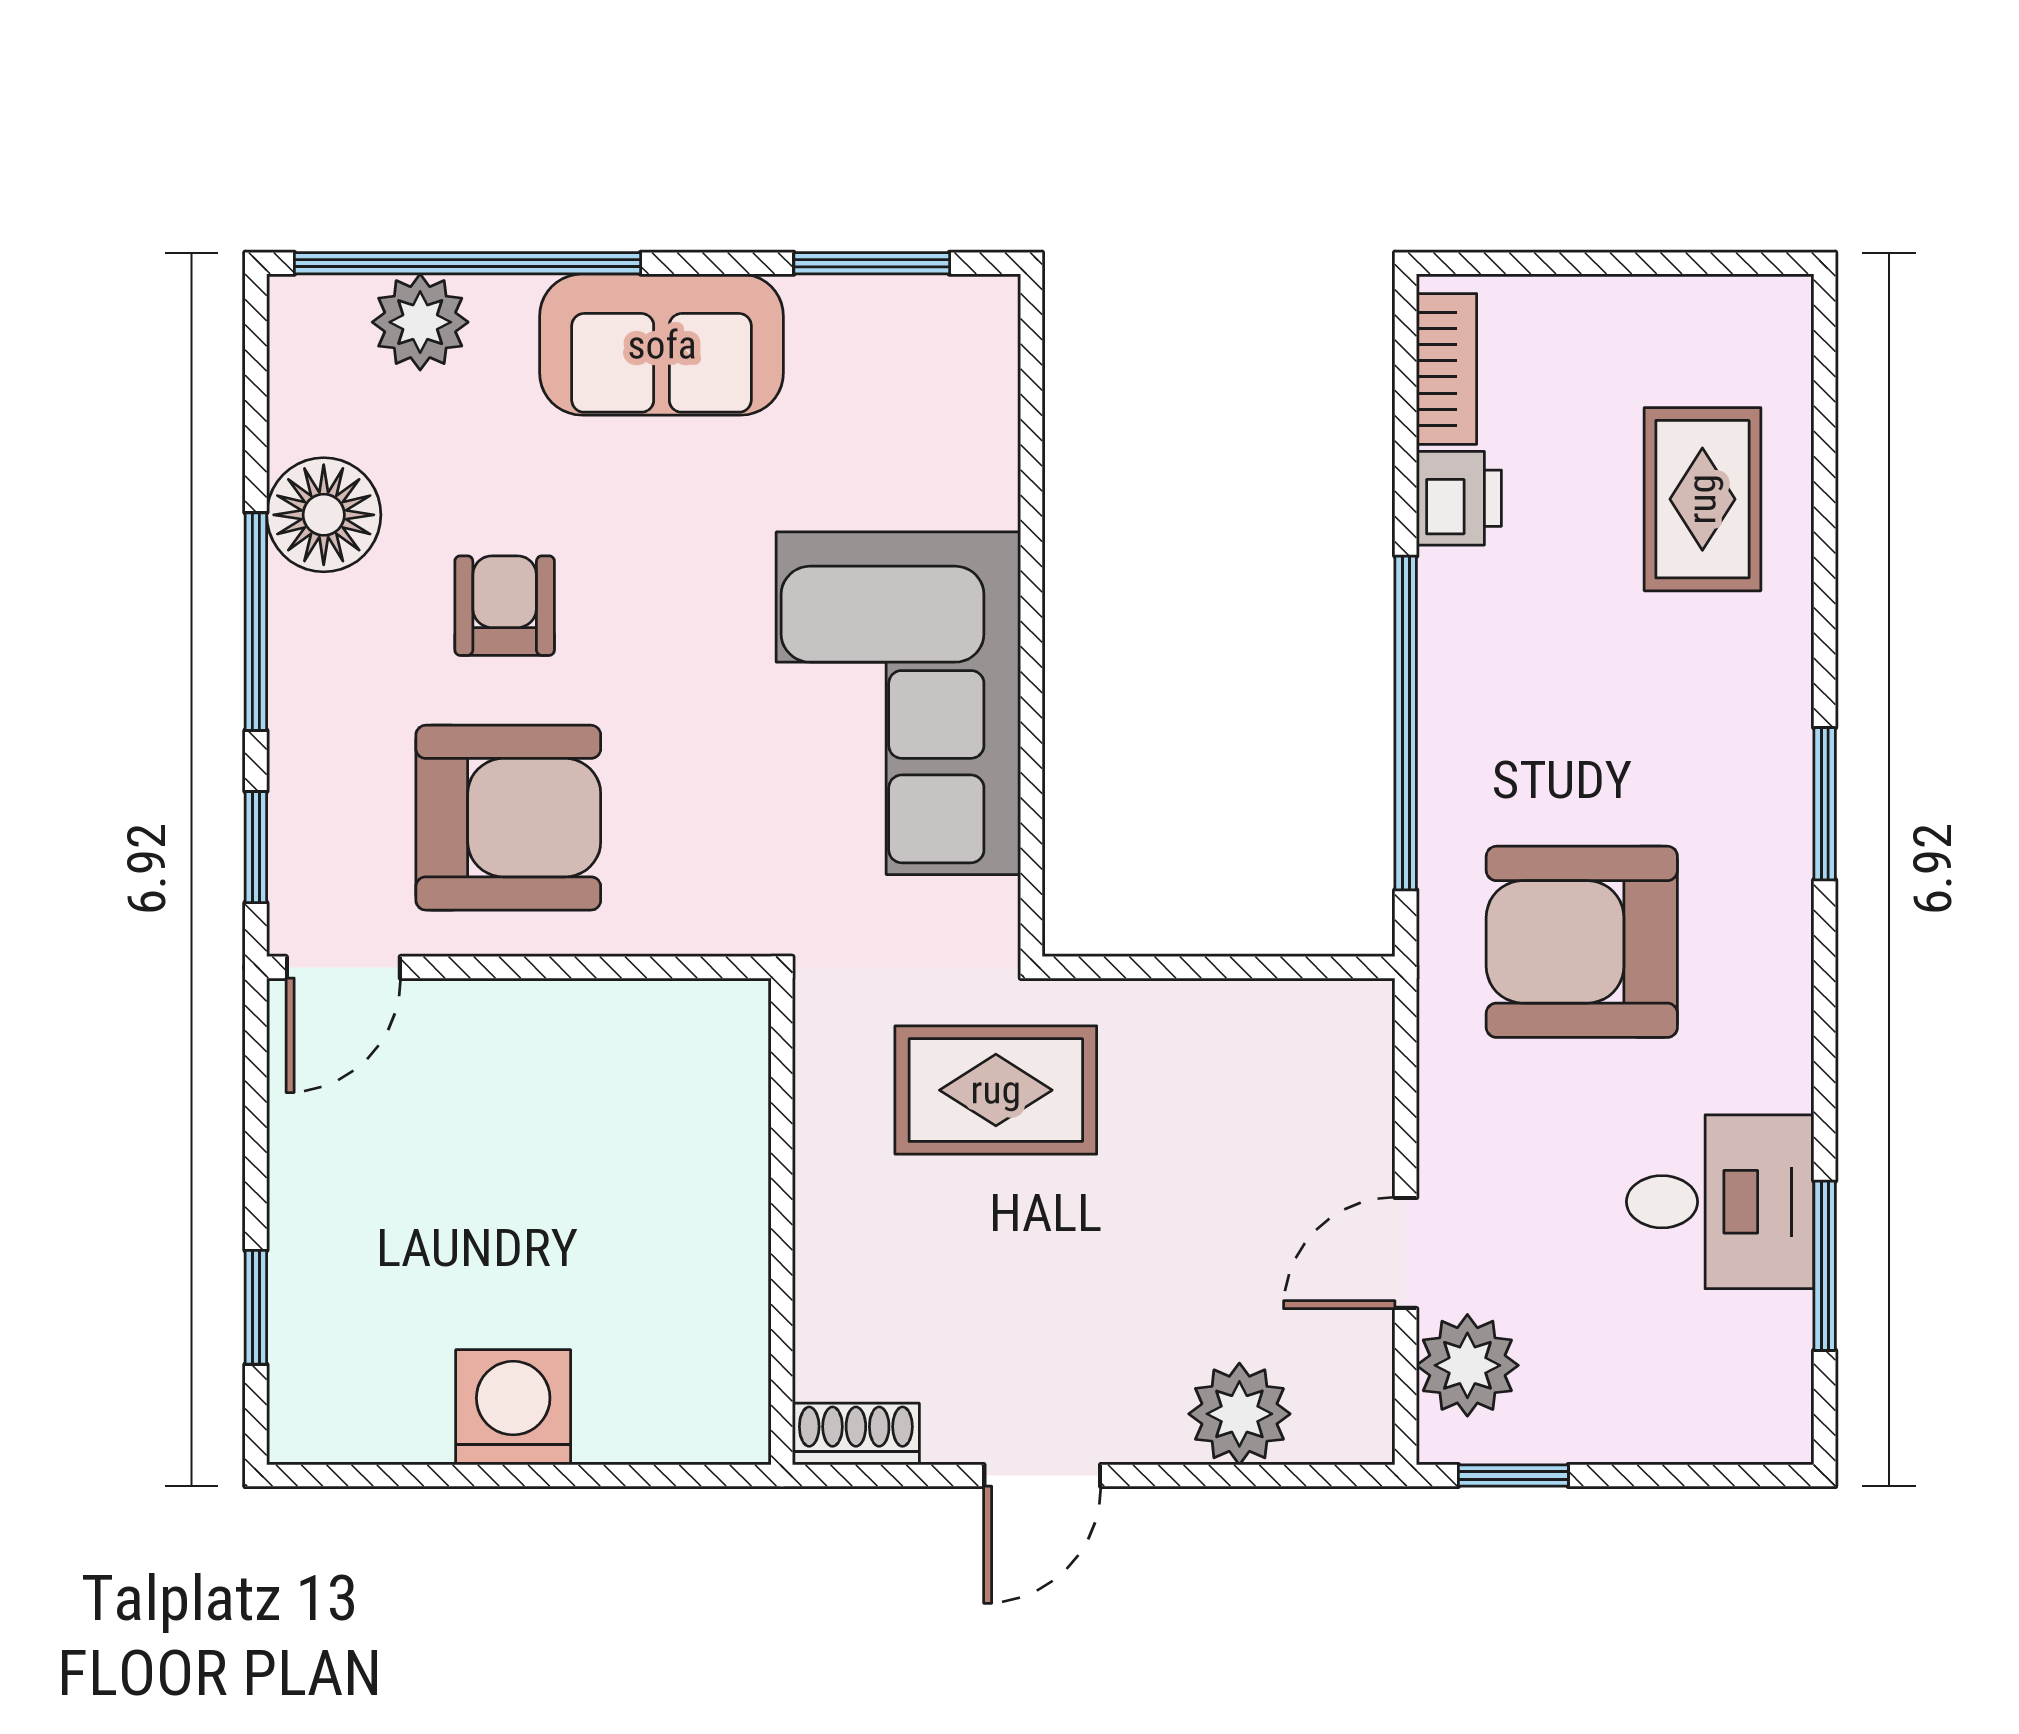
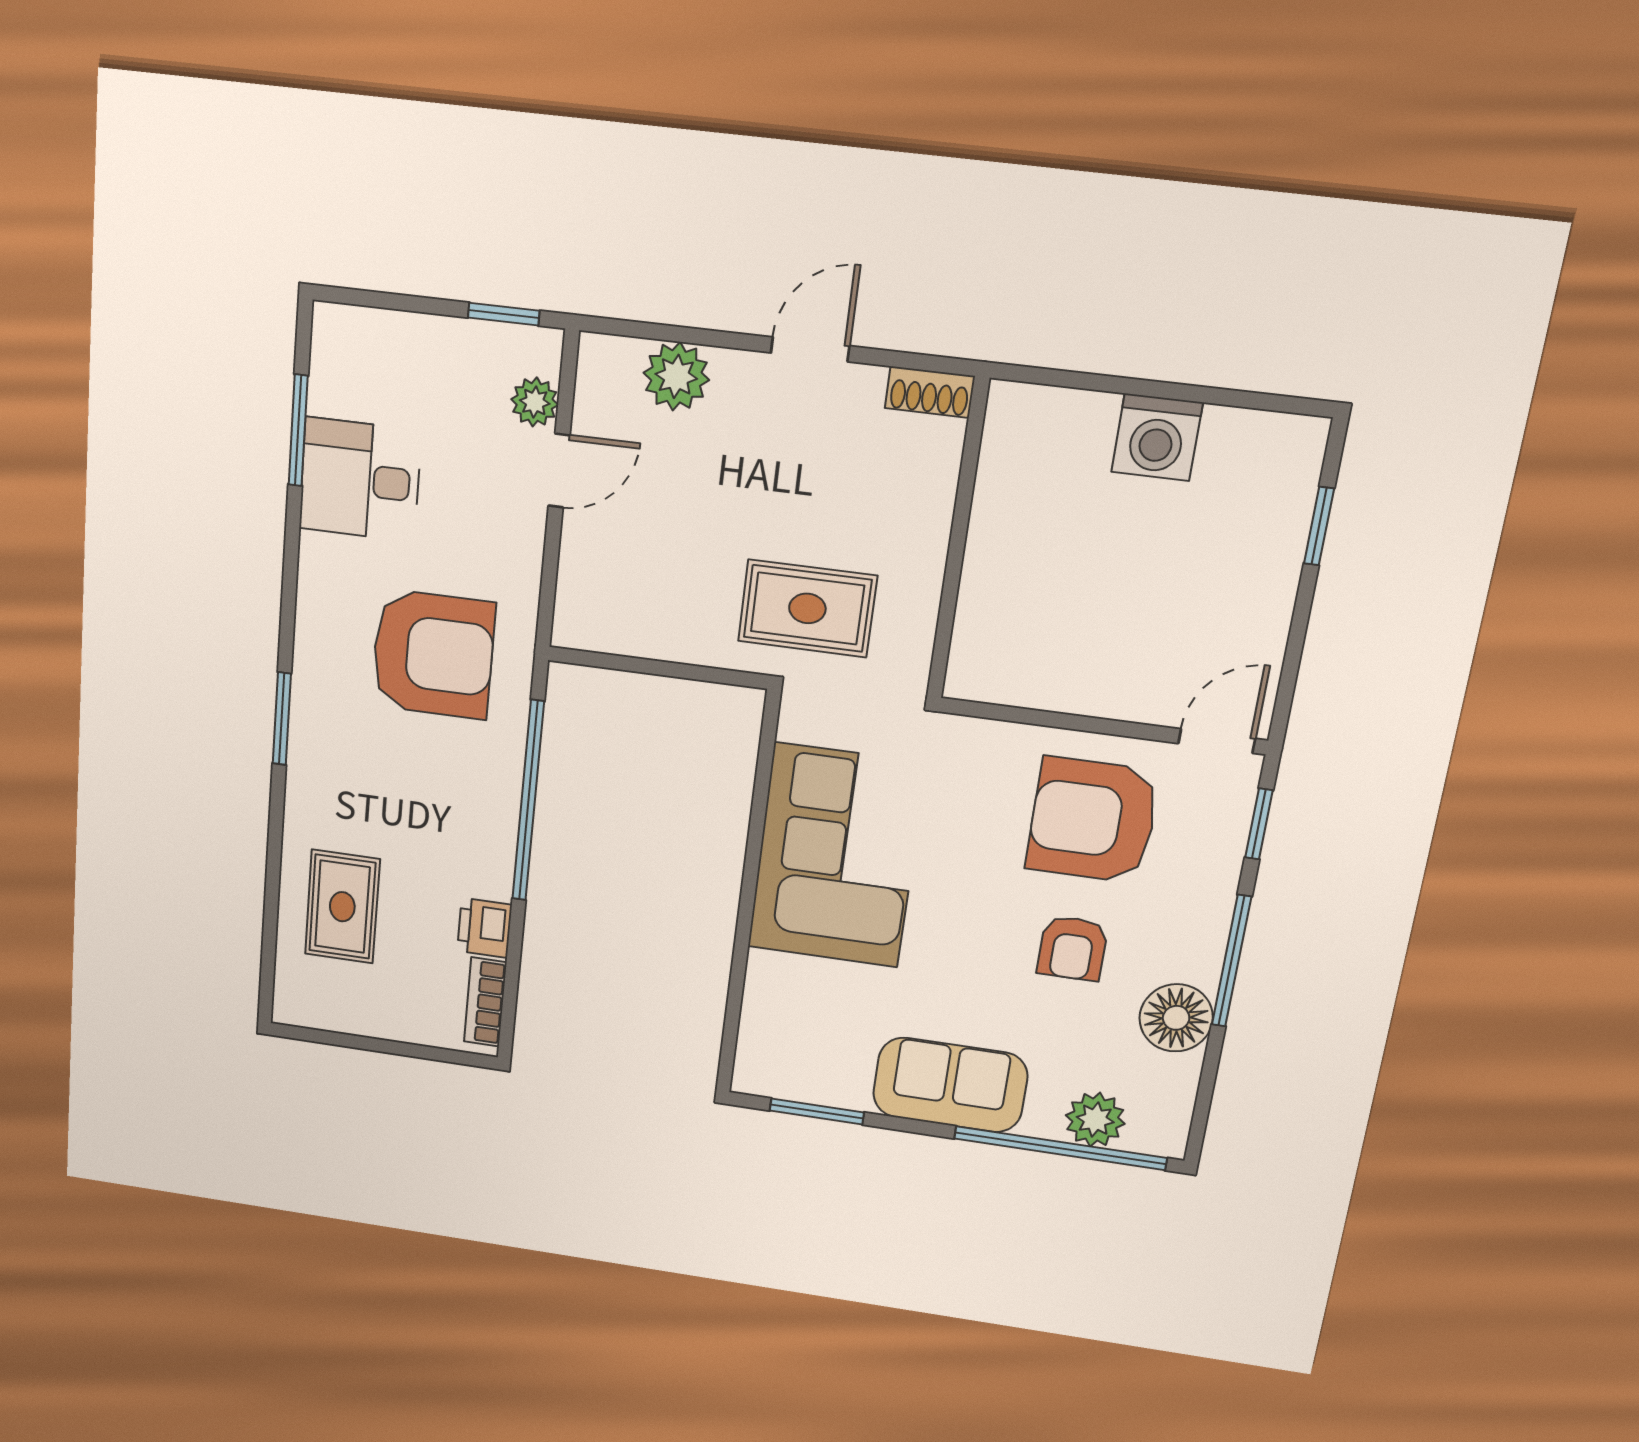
plant: (1467, 1365) -> (535, 402), width x0.73, depth x0.73

